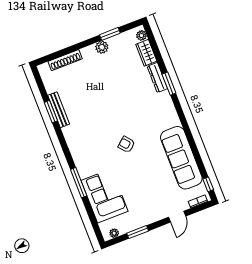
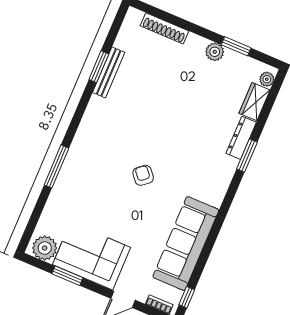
corner sofa: (105, 196) -> (92, 256), moved, turned -90
plant: (114, 233) -> (45, 248), width x1.88, depth x1.88

